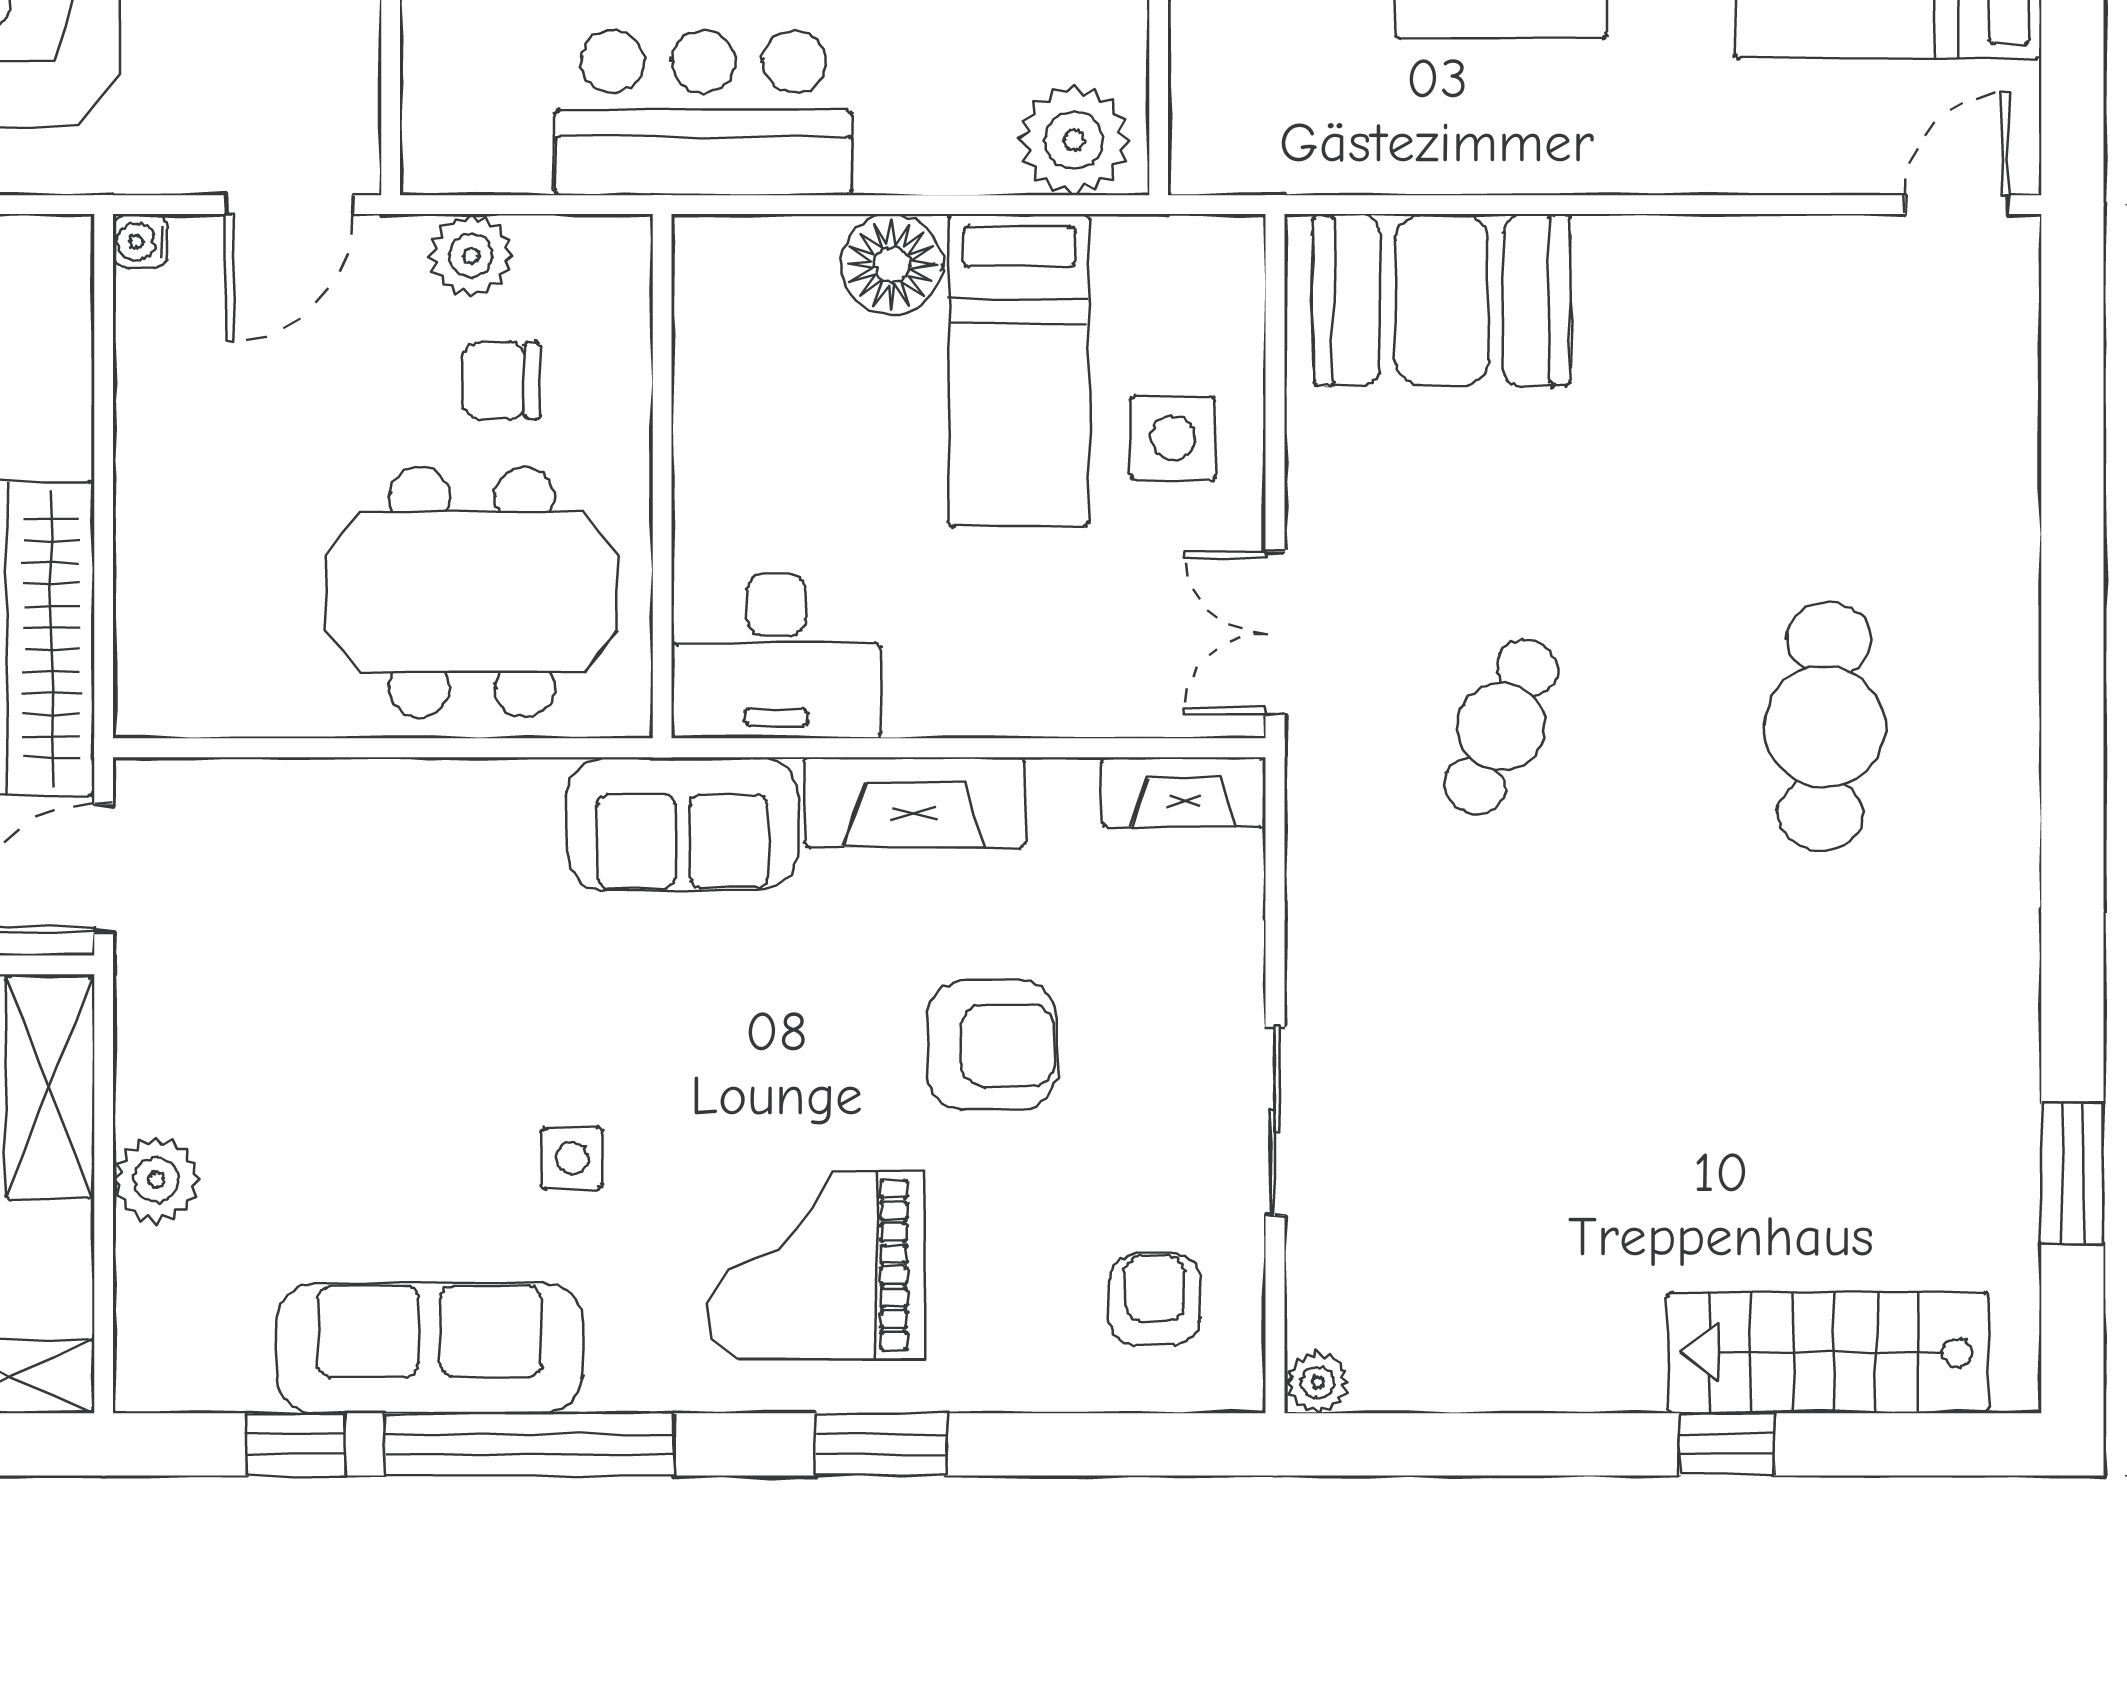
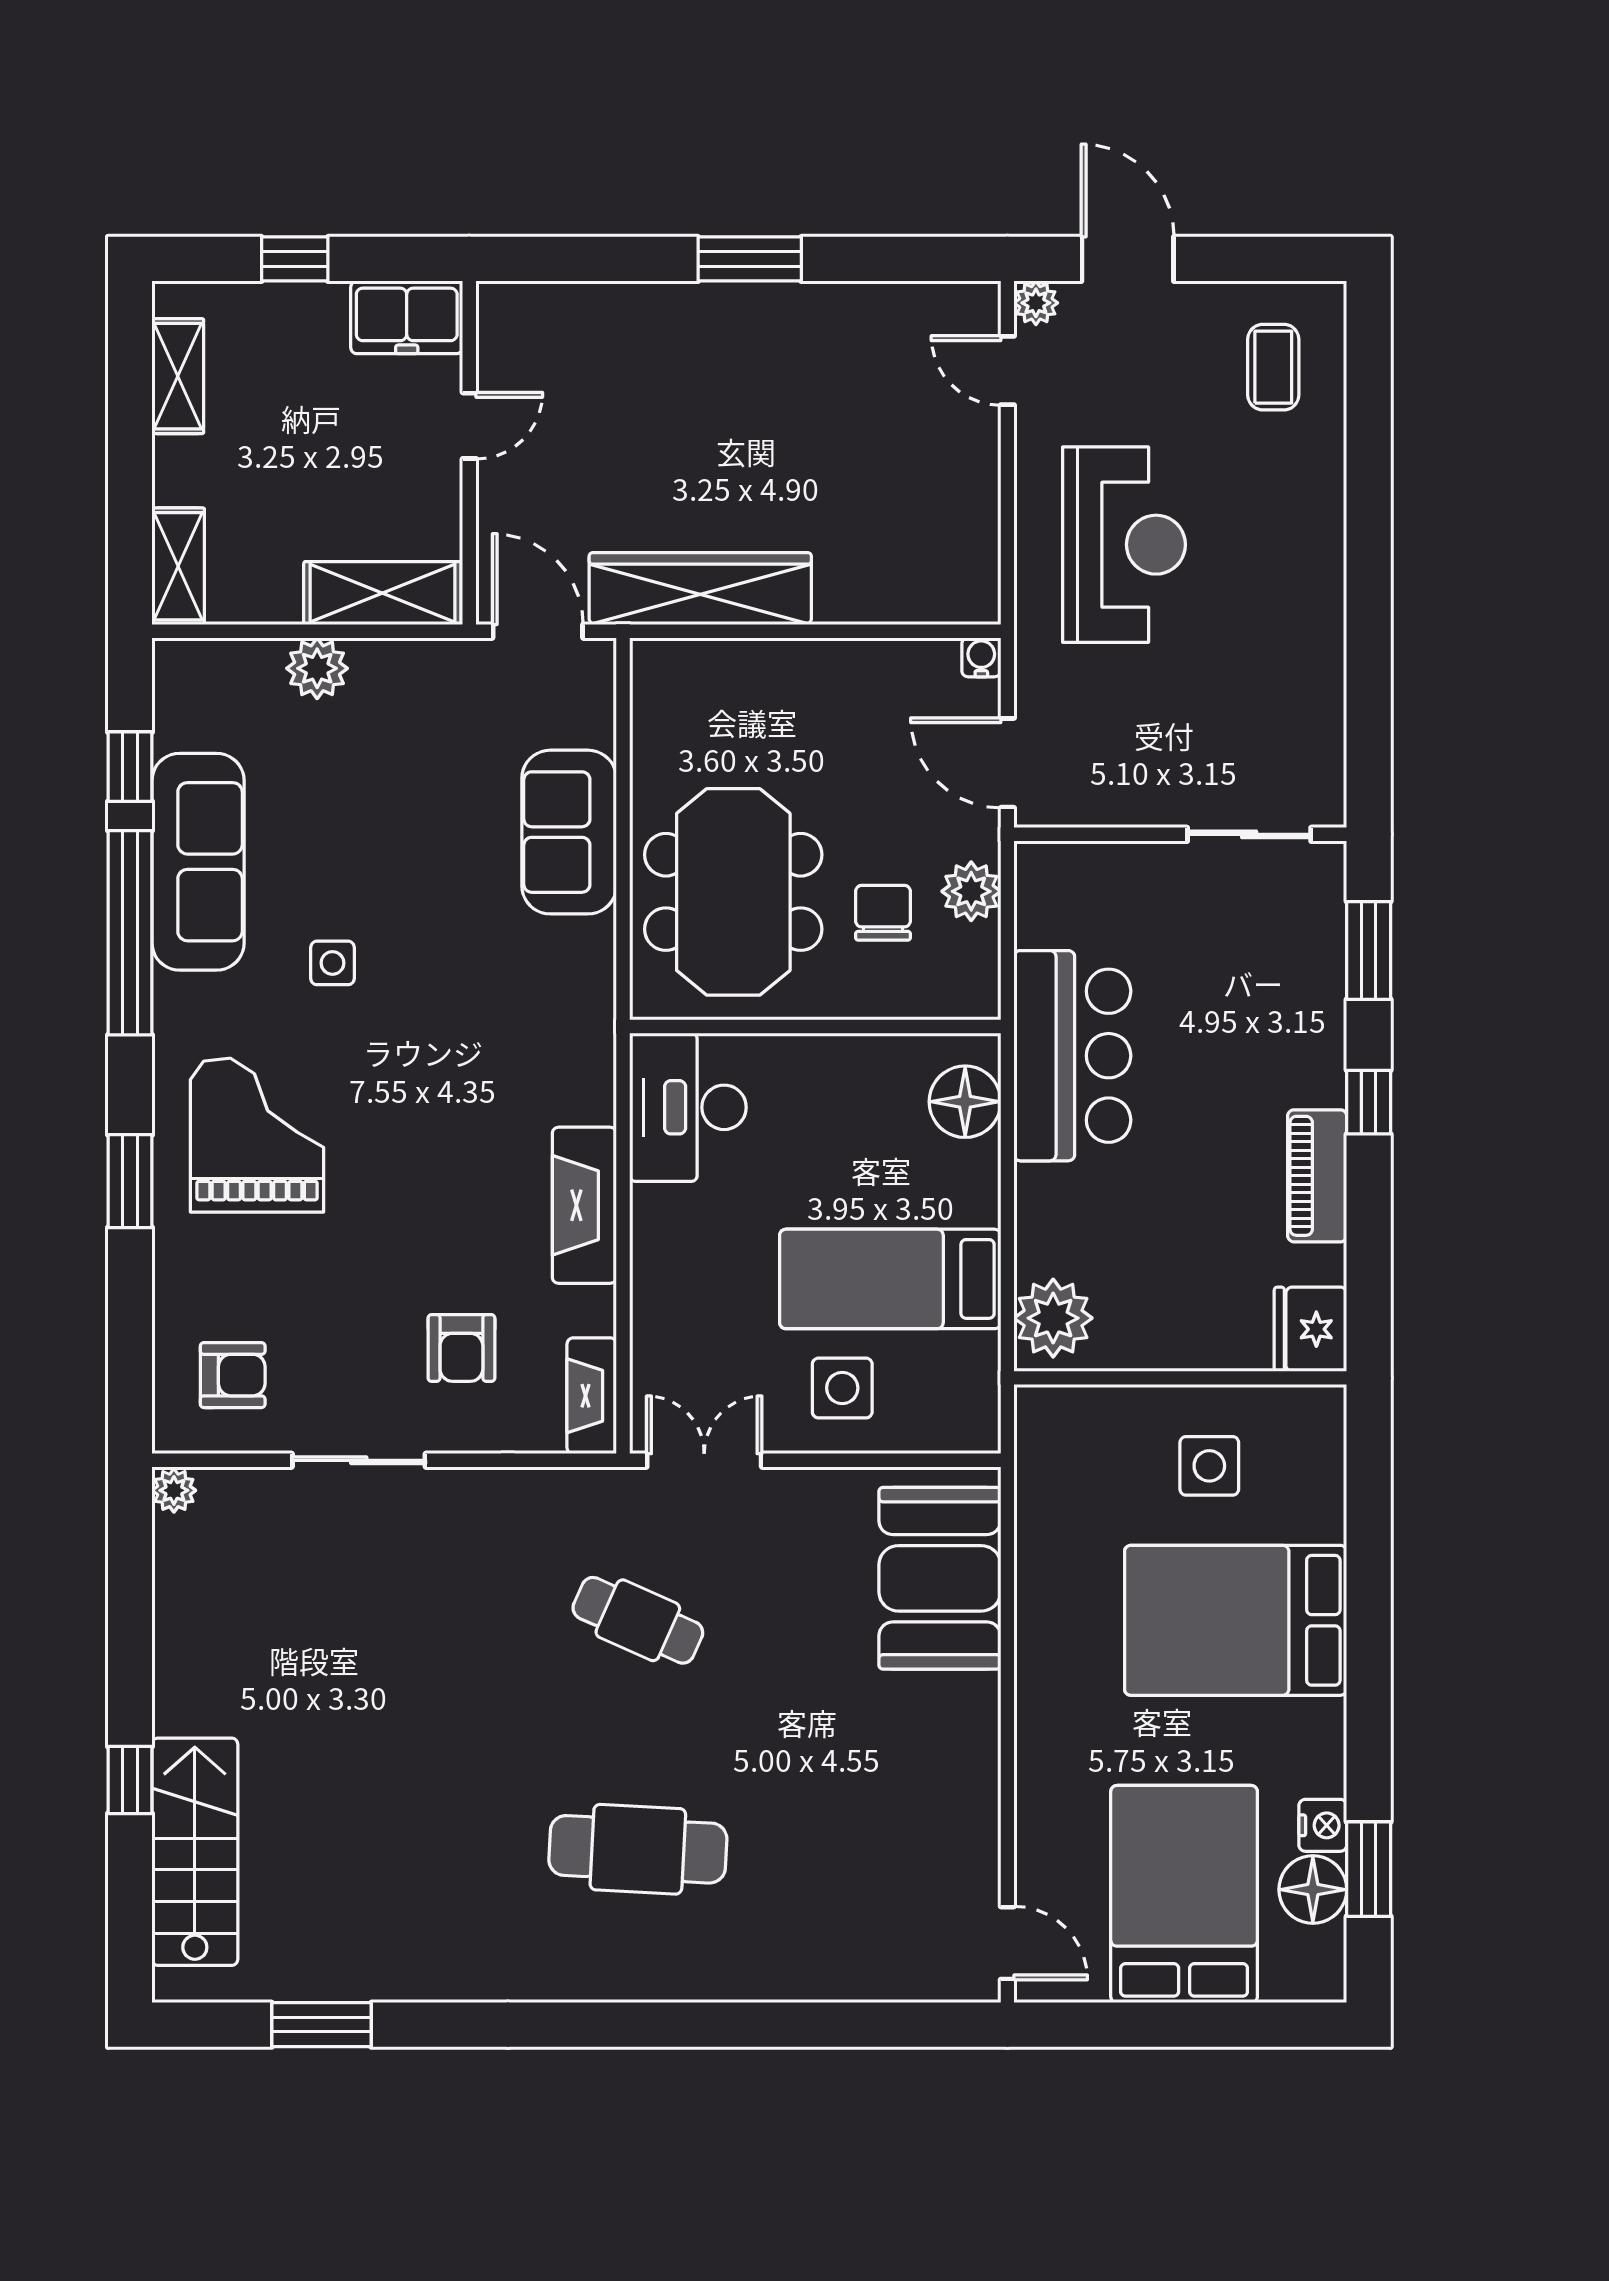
floor lamp: (892, 265) -> (965, 1102), moved
sofa: (683, 824) -> (569, 832), moved
armchair: (992, 1045) -> (461, 1348), moved, width x0.72, depth x0.72

